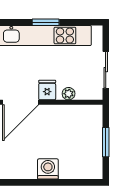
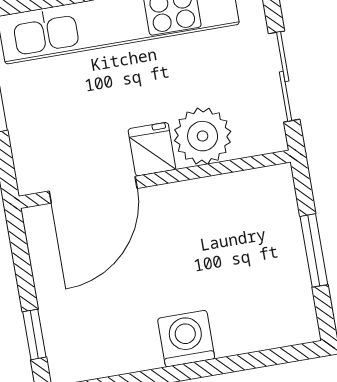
plant: (69, 94) -> (203, 136), width x1.88, depth x1.88

